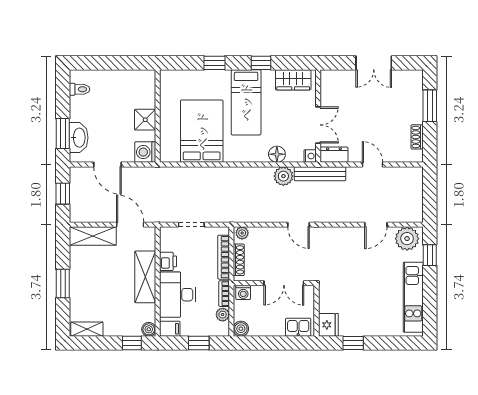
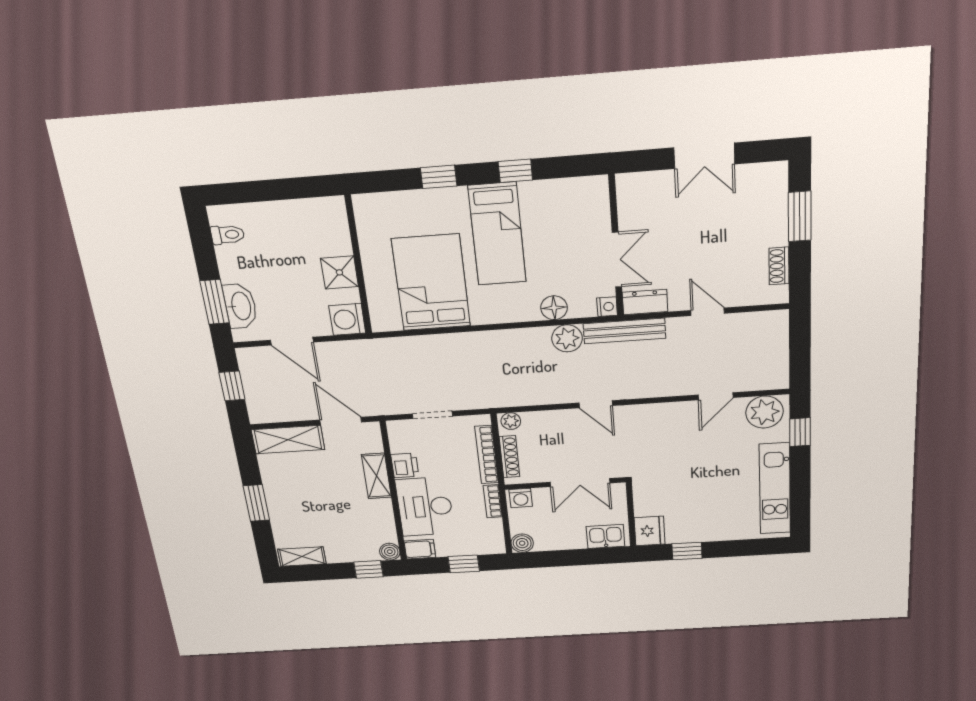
wardrobe: (293, 80) -> (571, 193), removed
shelving: (145, 277) -> (376, 476), width x0.67, depth x0.75
plant: (223, 315) -> (494, 527), removed

